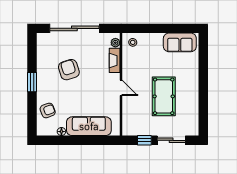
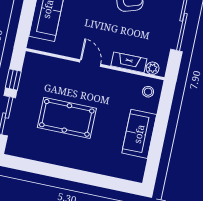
sofa: (180, 42) -> (139, 134), moved
door: (121, 88) -> (90, 63), swing flipped

